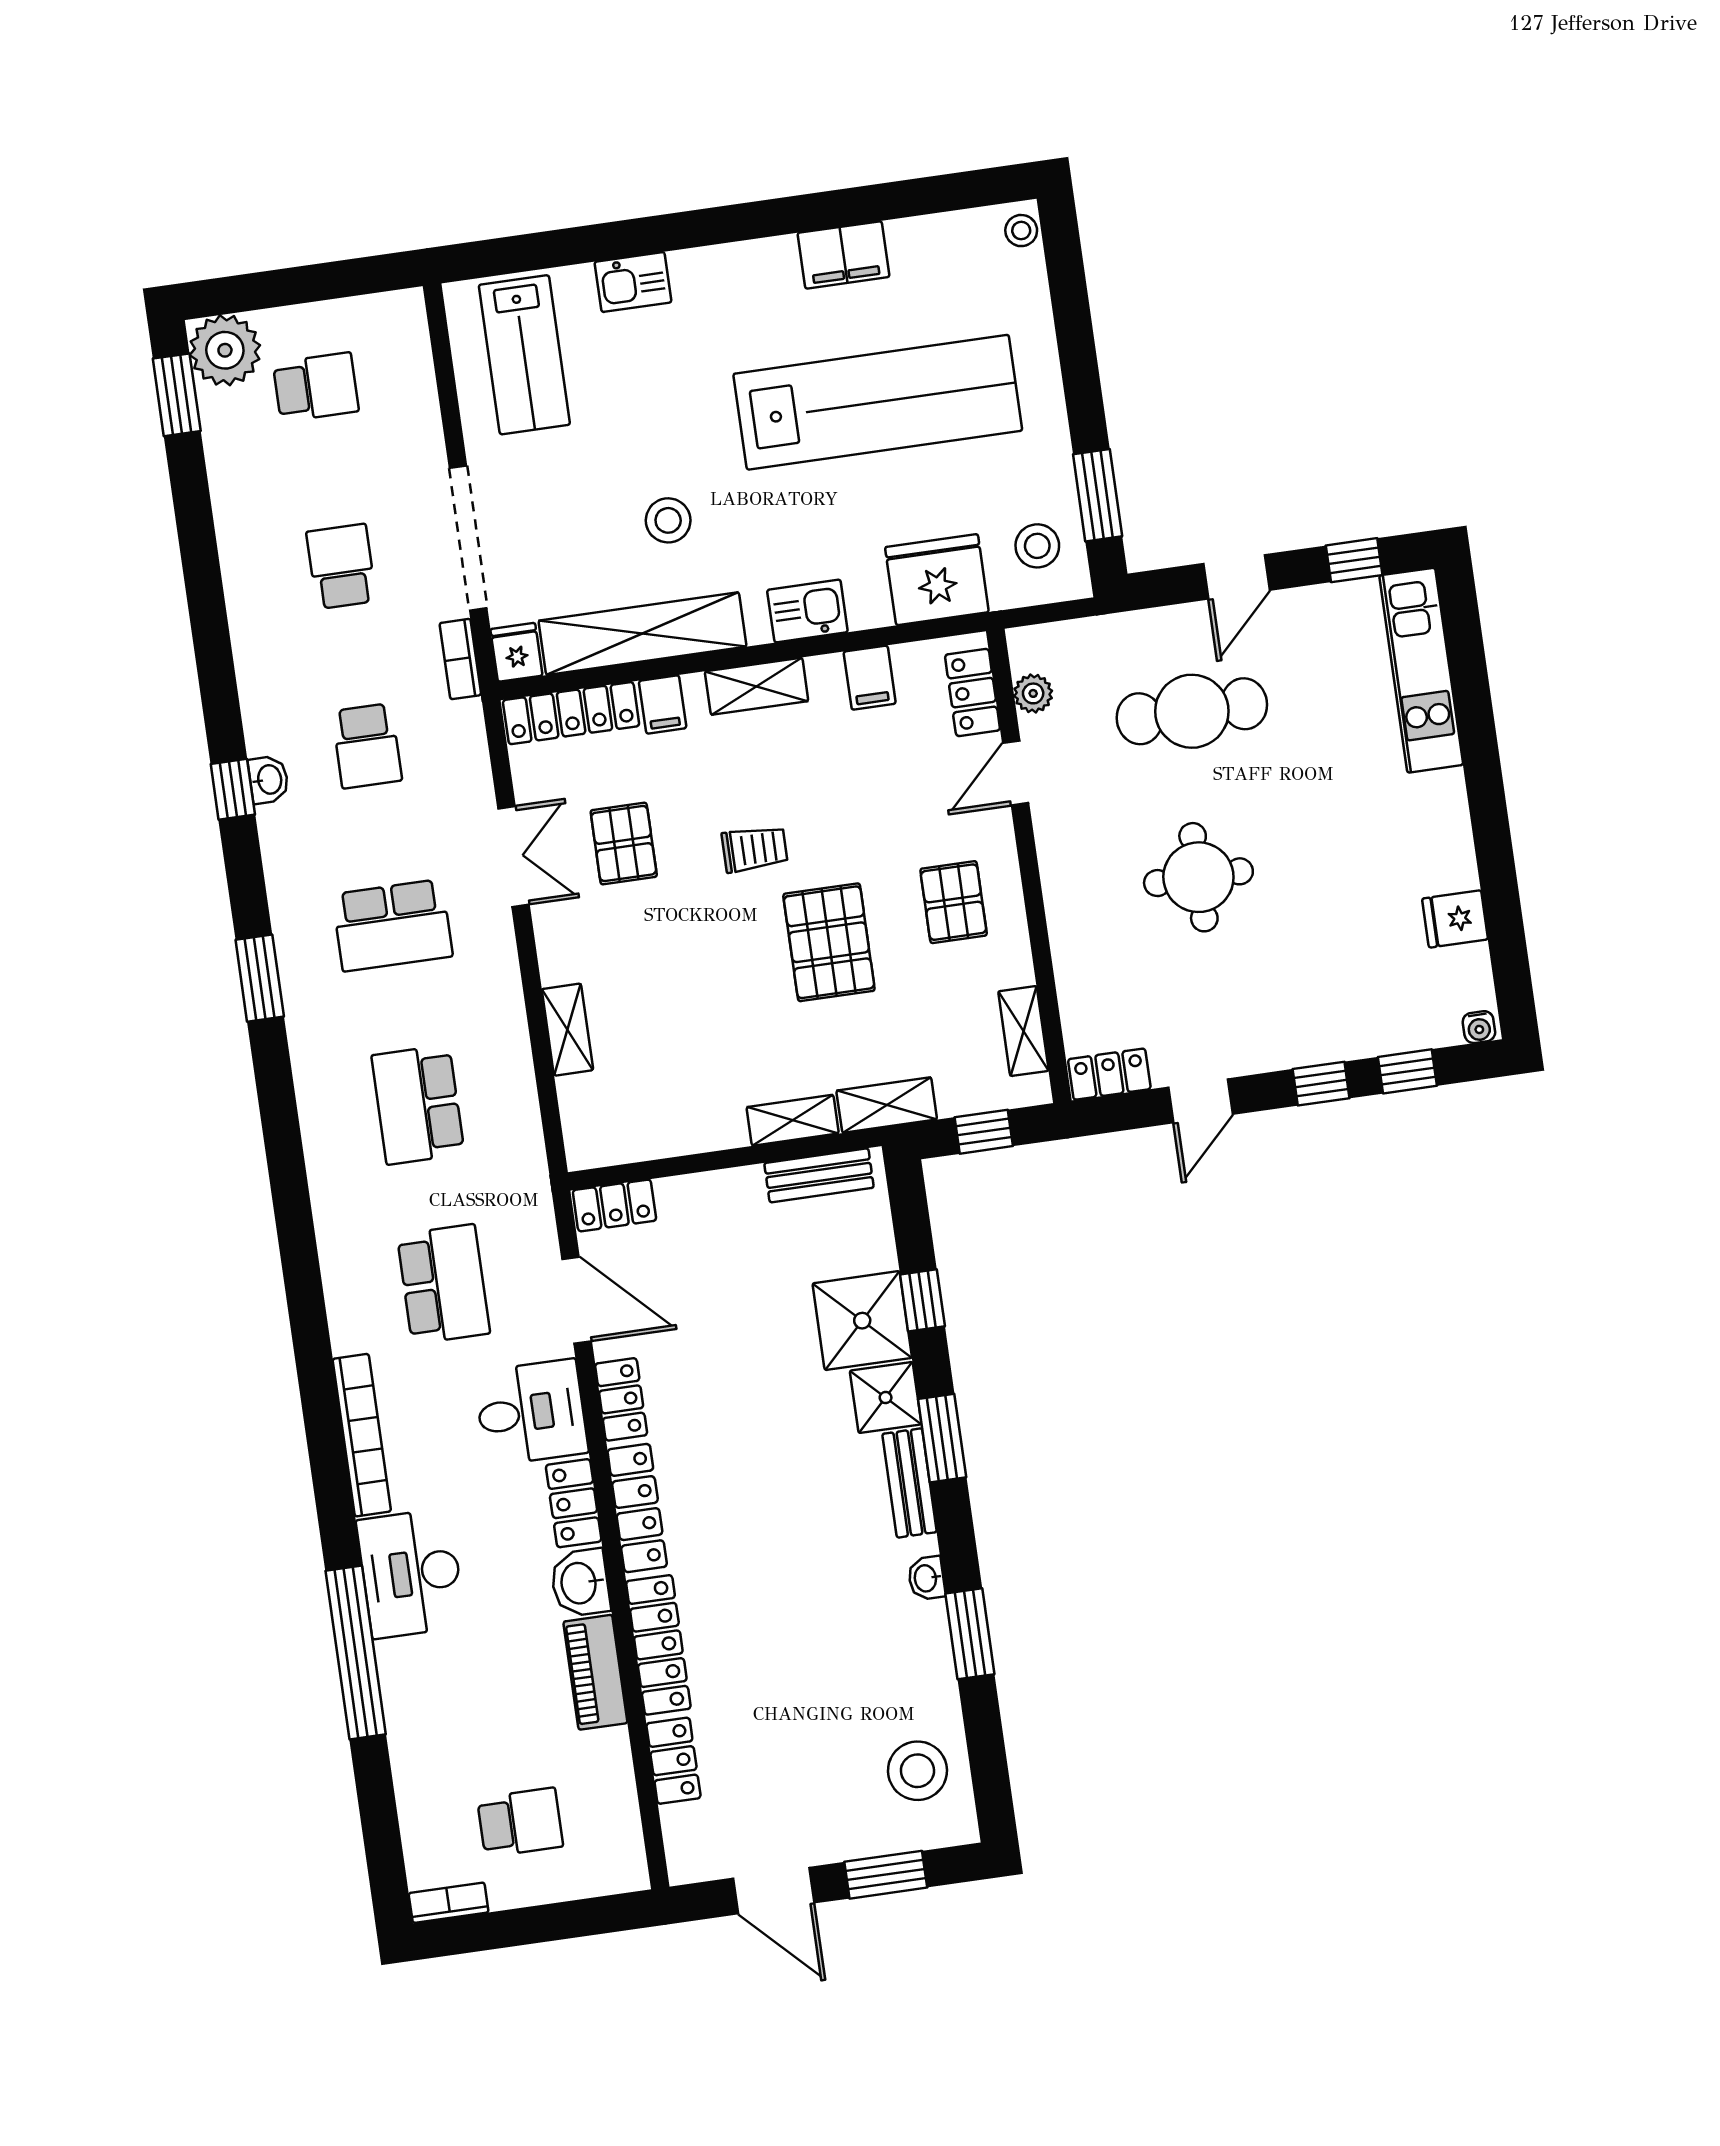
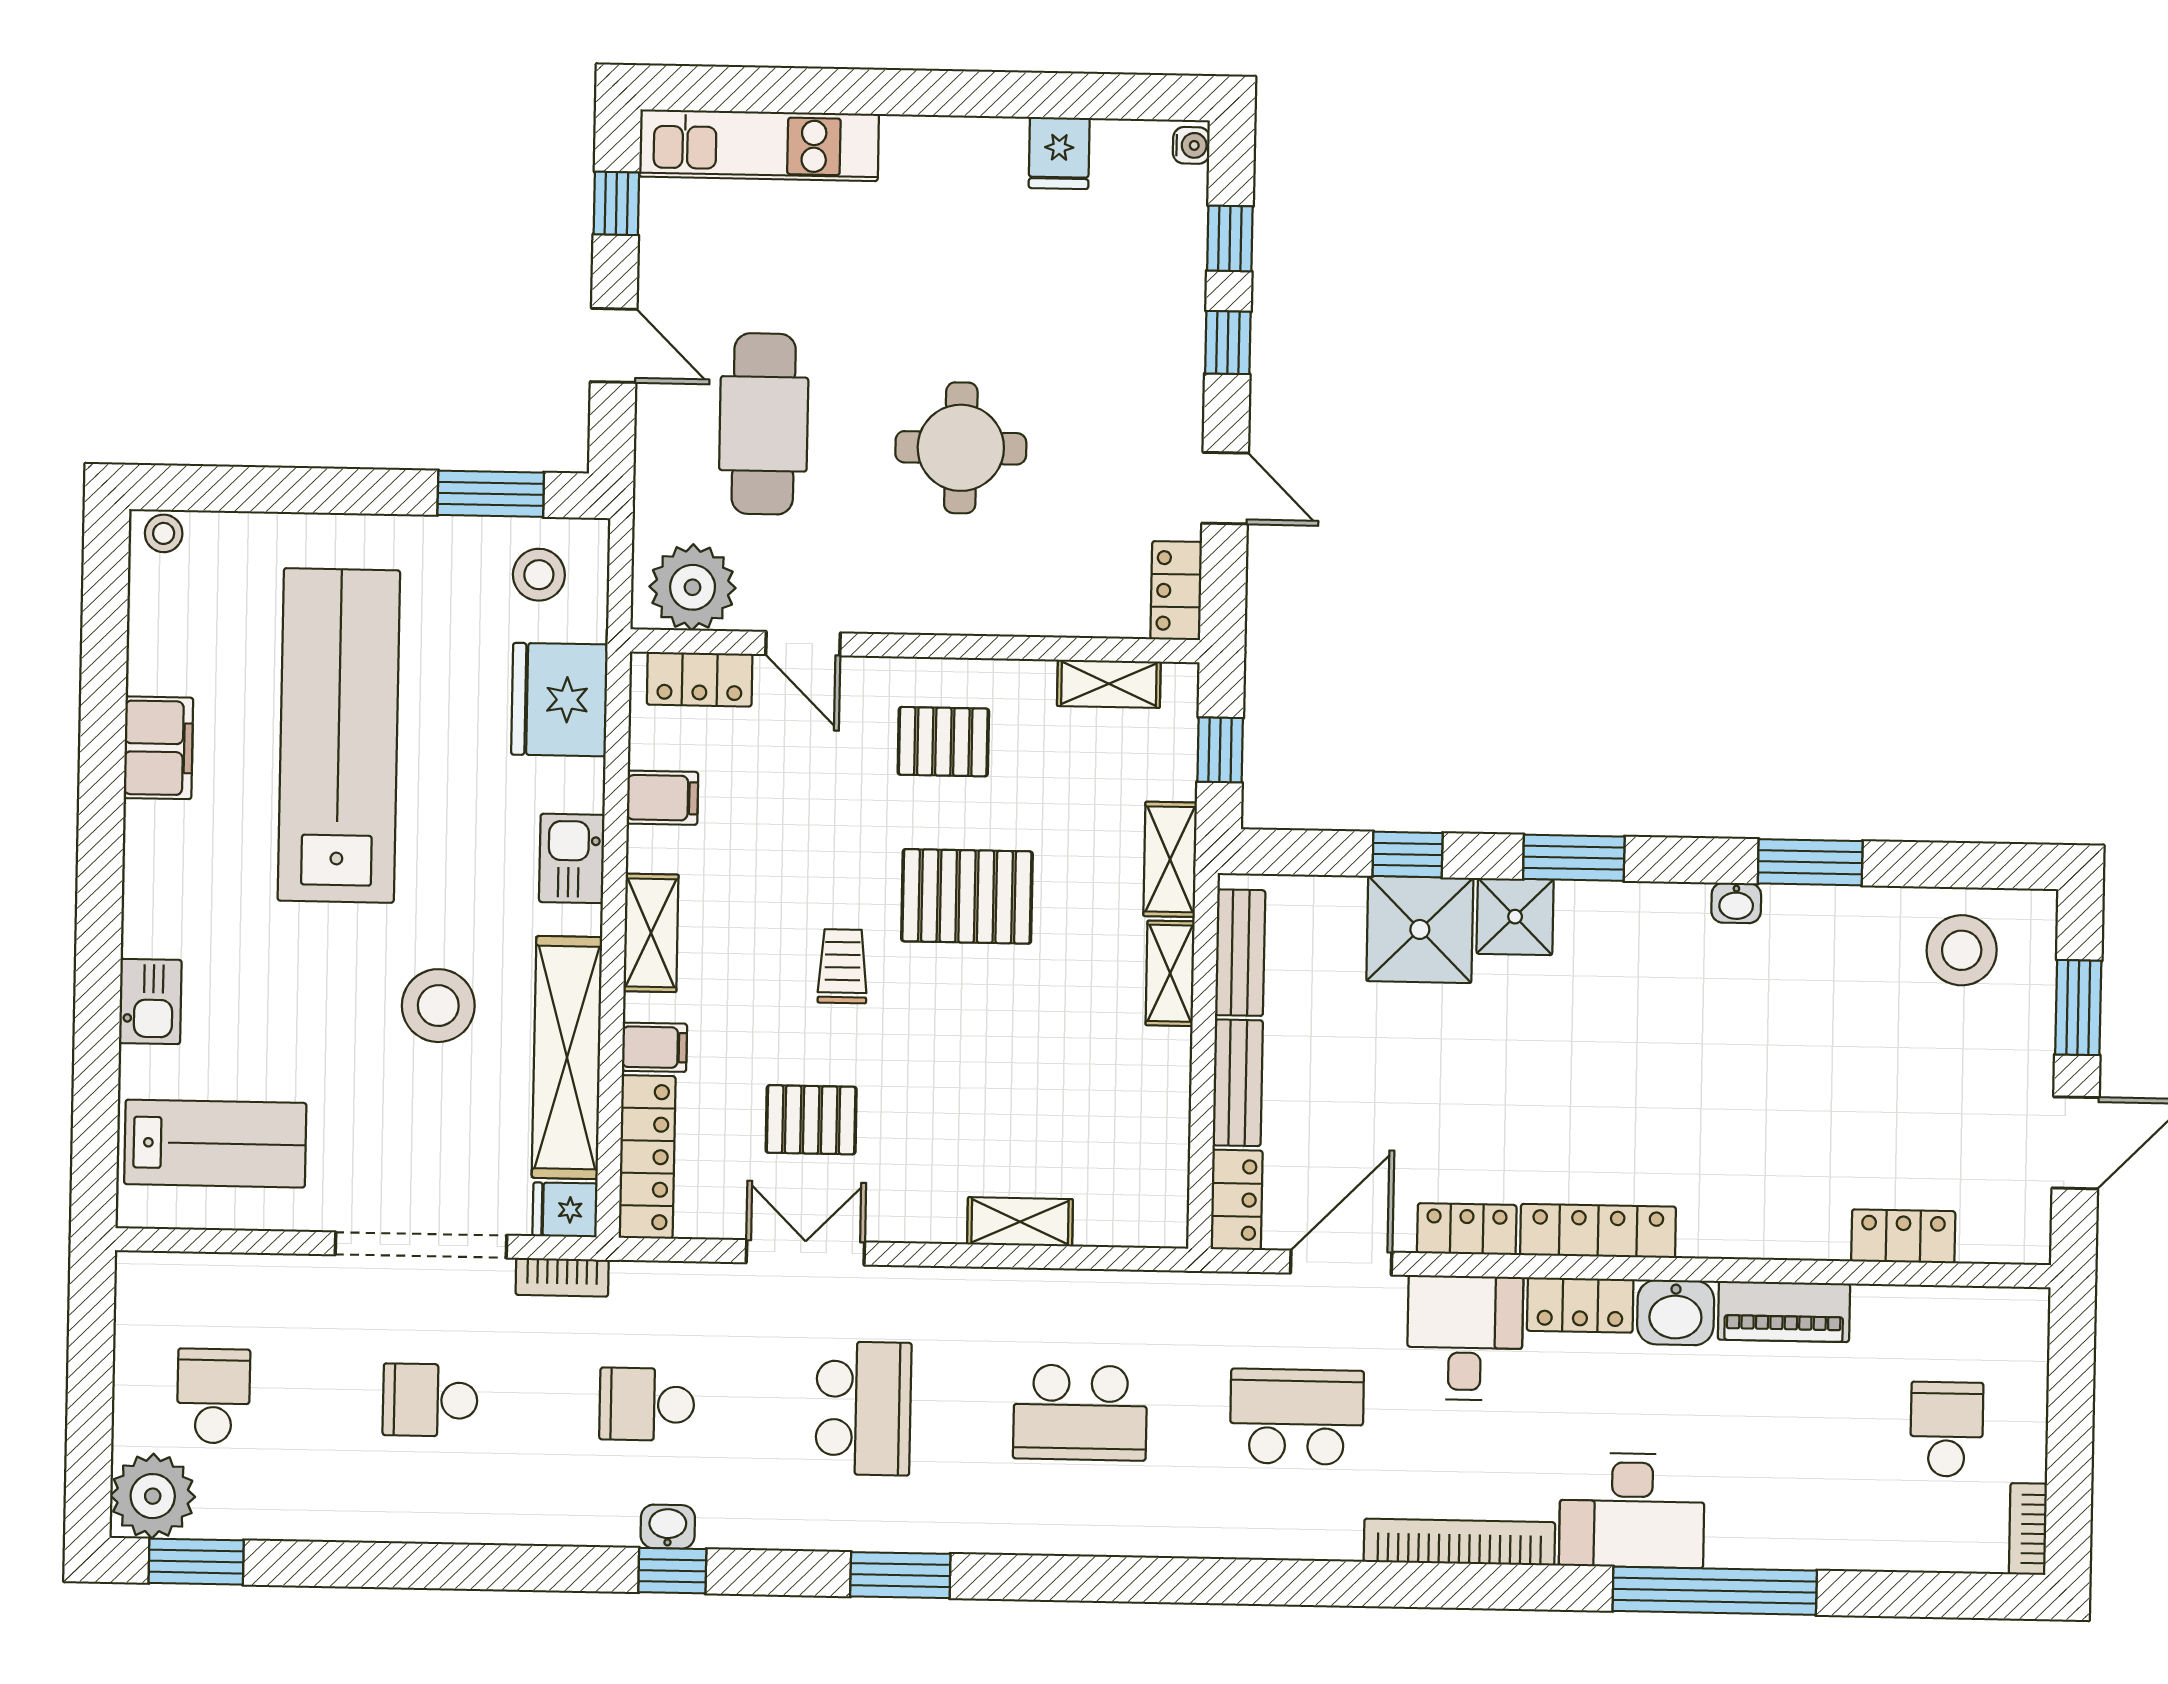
stool: (668, 520) -> (438, 1006), width x1.38, depth x1.38
plant: (1033, 693) -> (693, 587), width x1.88, depth x1.88
school desk: (367, 746) -> (647, 1404), turned 180
bench: (909, 1483) -> (1238, 1083), moved, turned 90
locker: (658, 1645) -> (1764, 1232), removed

